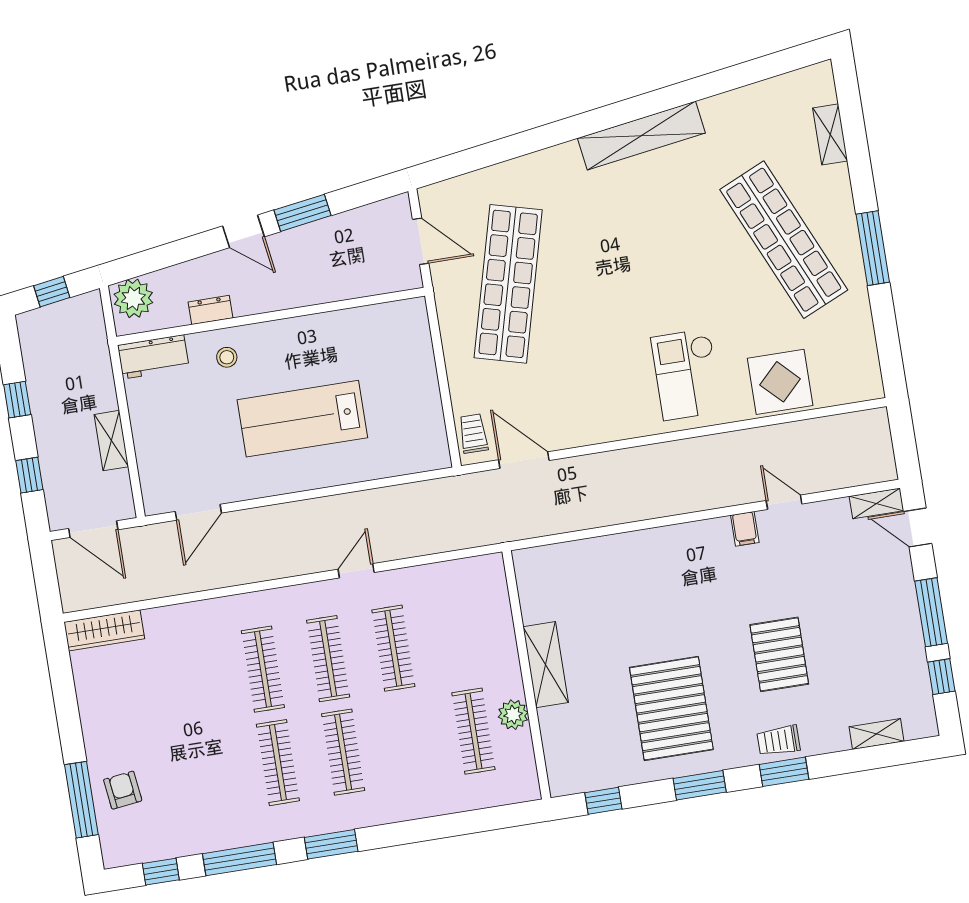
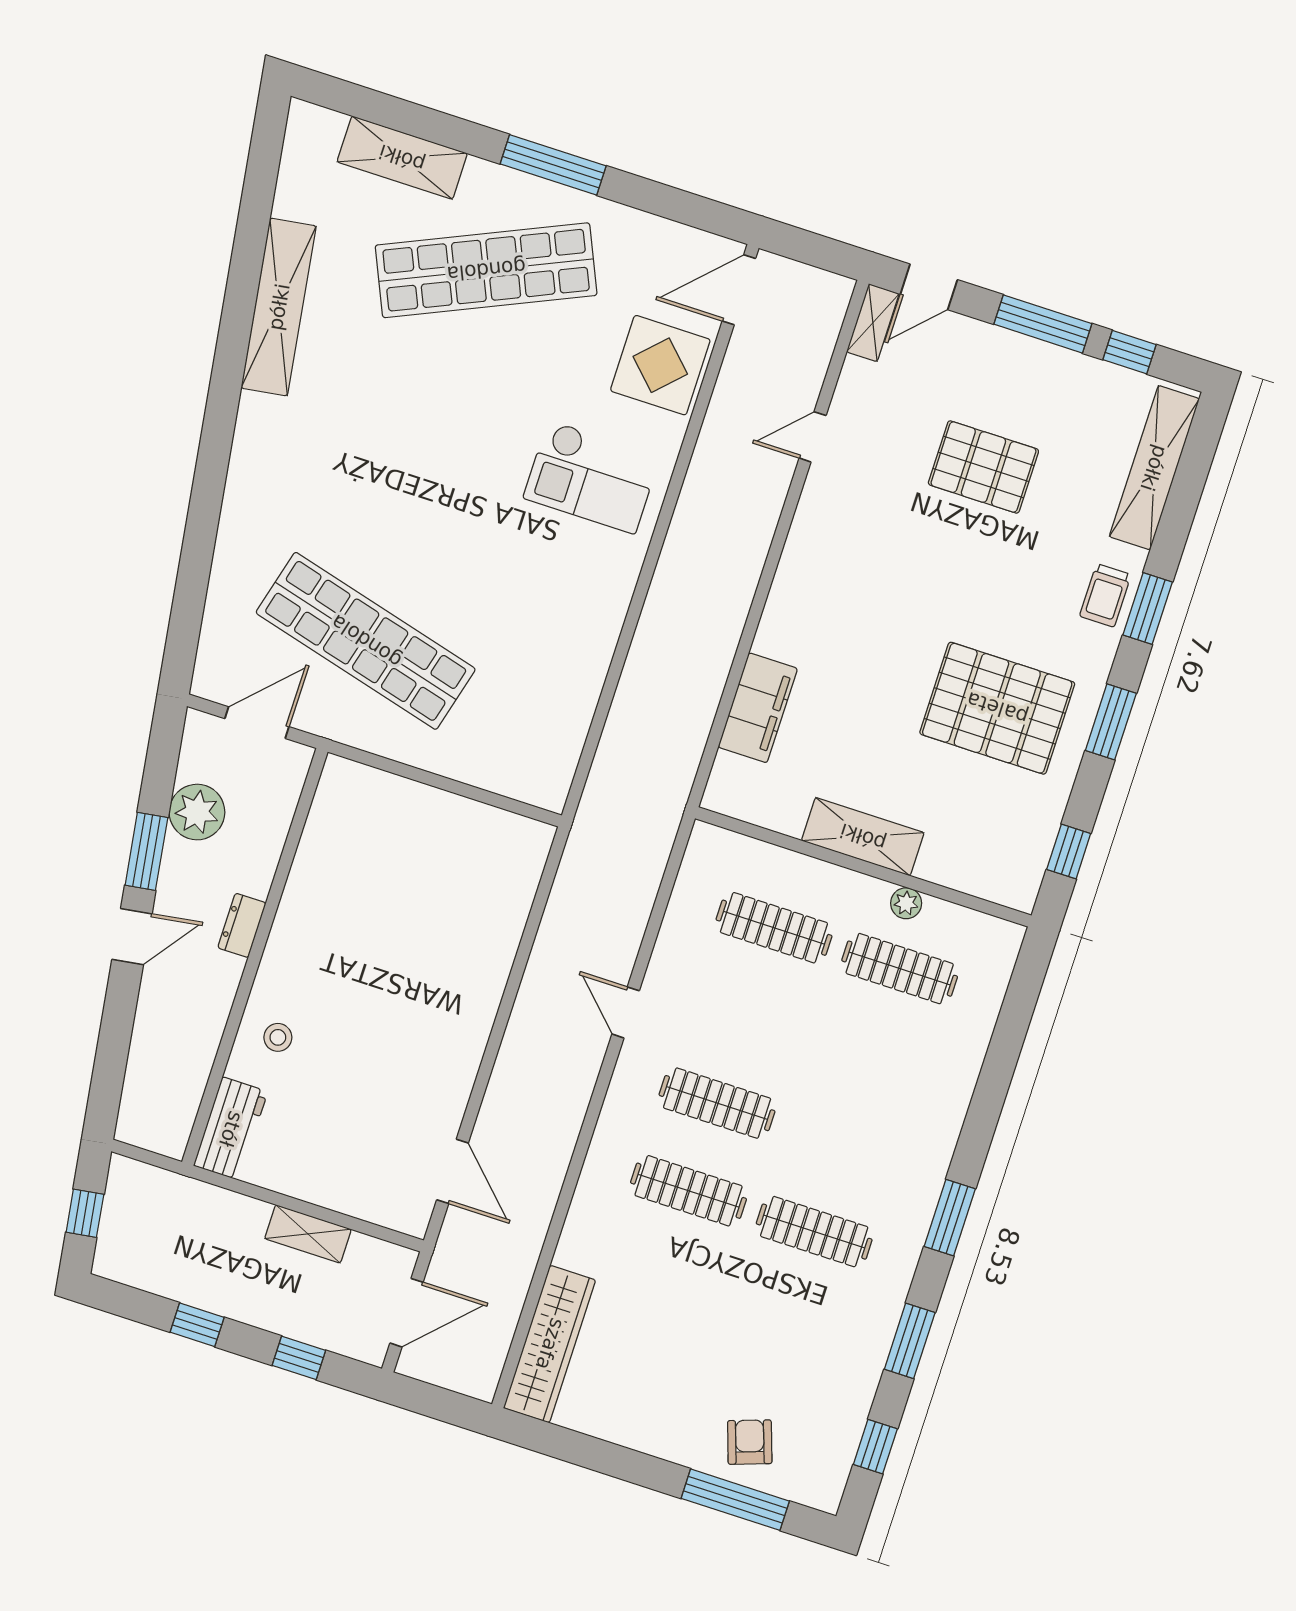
shelving: (830, 134) -> (402, 158), width x1.50, depth x1.33
shelving: (641, 136) -> (279, 307), moved
plant: (133, 298) -> (197, 812), moved
dresser: (210, 310) -> (242, 925), moved
lab bench: (302, 419) -> (402, 983), removed
trolley: (473, 434) -> (530, 779), removed
door: (524, 460) -> (739, 290), moved
filing cabinet: (745, 529) -> (758, 708), moved, width x3.00, depth x1.17
wardrobe: (104, 630) -> (550, 1344), width x1.40, depth x1.17
clothes rail: (393, 648) -> (774, 928), moved
pallet: (779, 654) -> (983, 467), moved
plant: (513, 715) -> (906, 903), width x0.73, depth x0.73
shelving: (877, 734) -> (1154, 468), width x2.20, depth x1.33
clothes rail: (343, 752) -> (843, 1144), removed
armchair: (123, 790) -> (750, 1442), turned 78
window: (239, 859) -> (910, 1341), width x0.69

